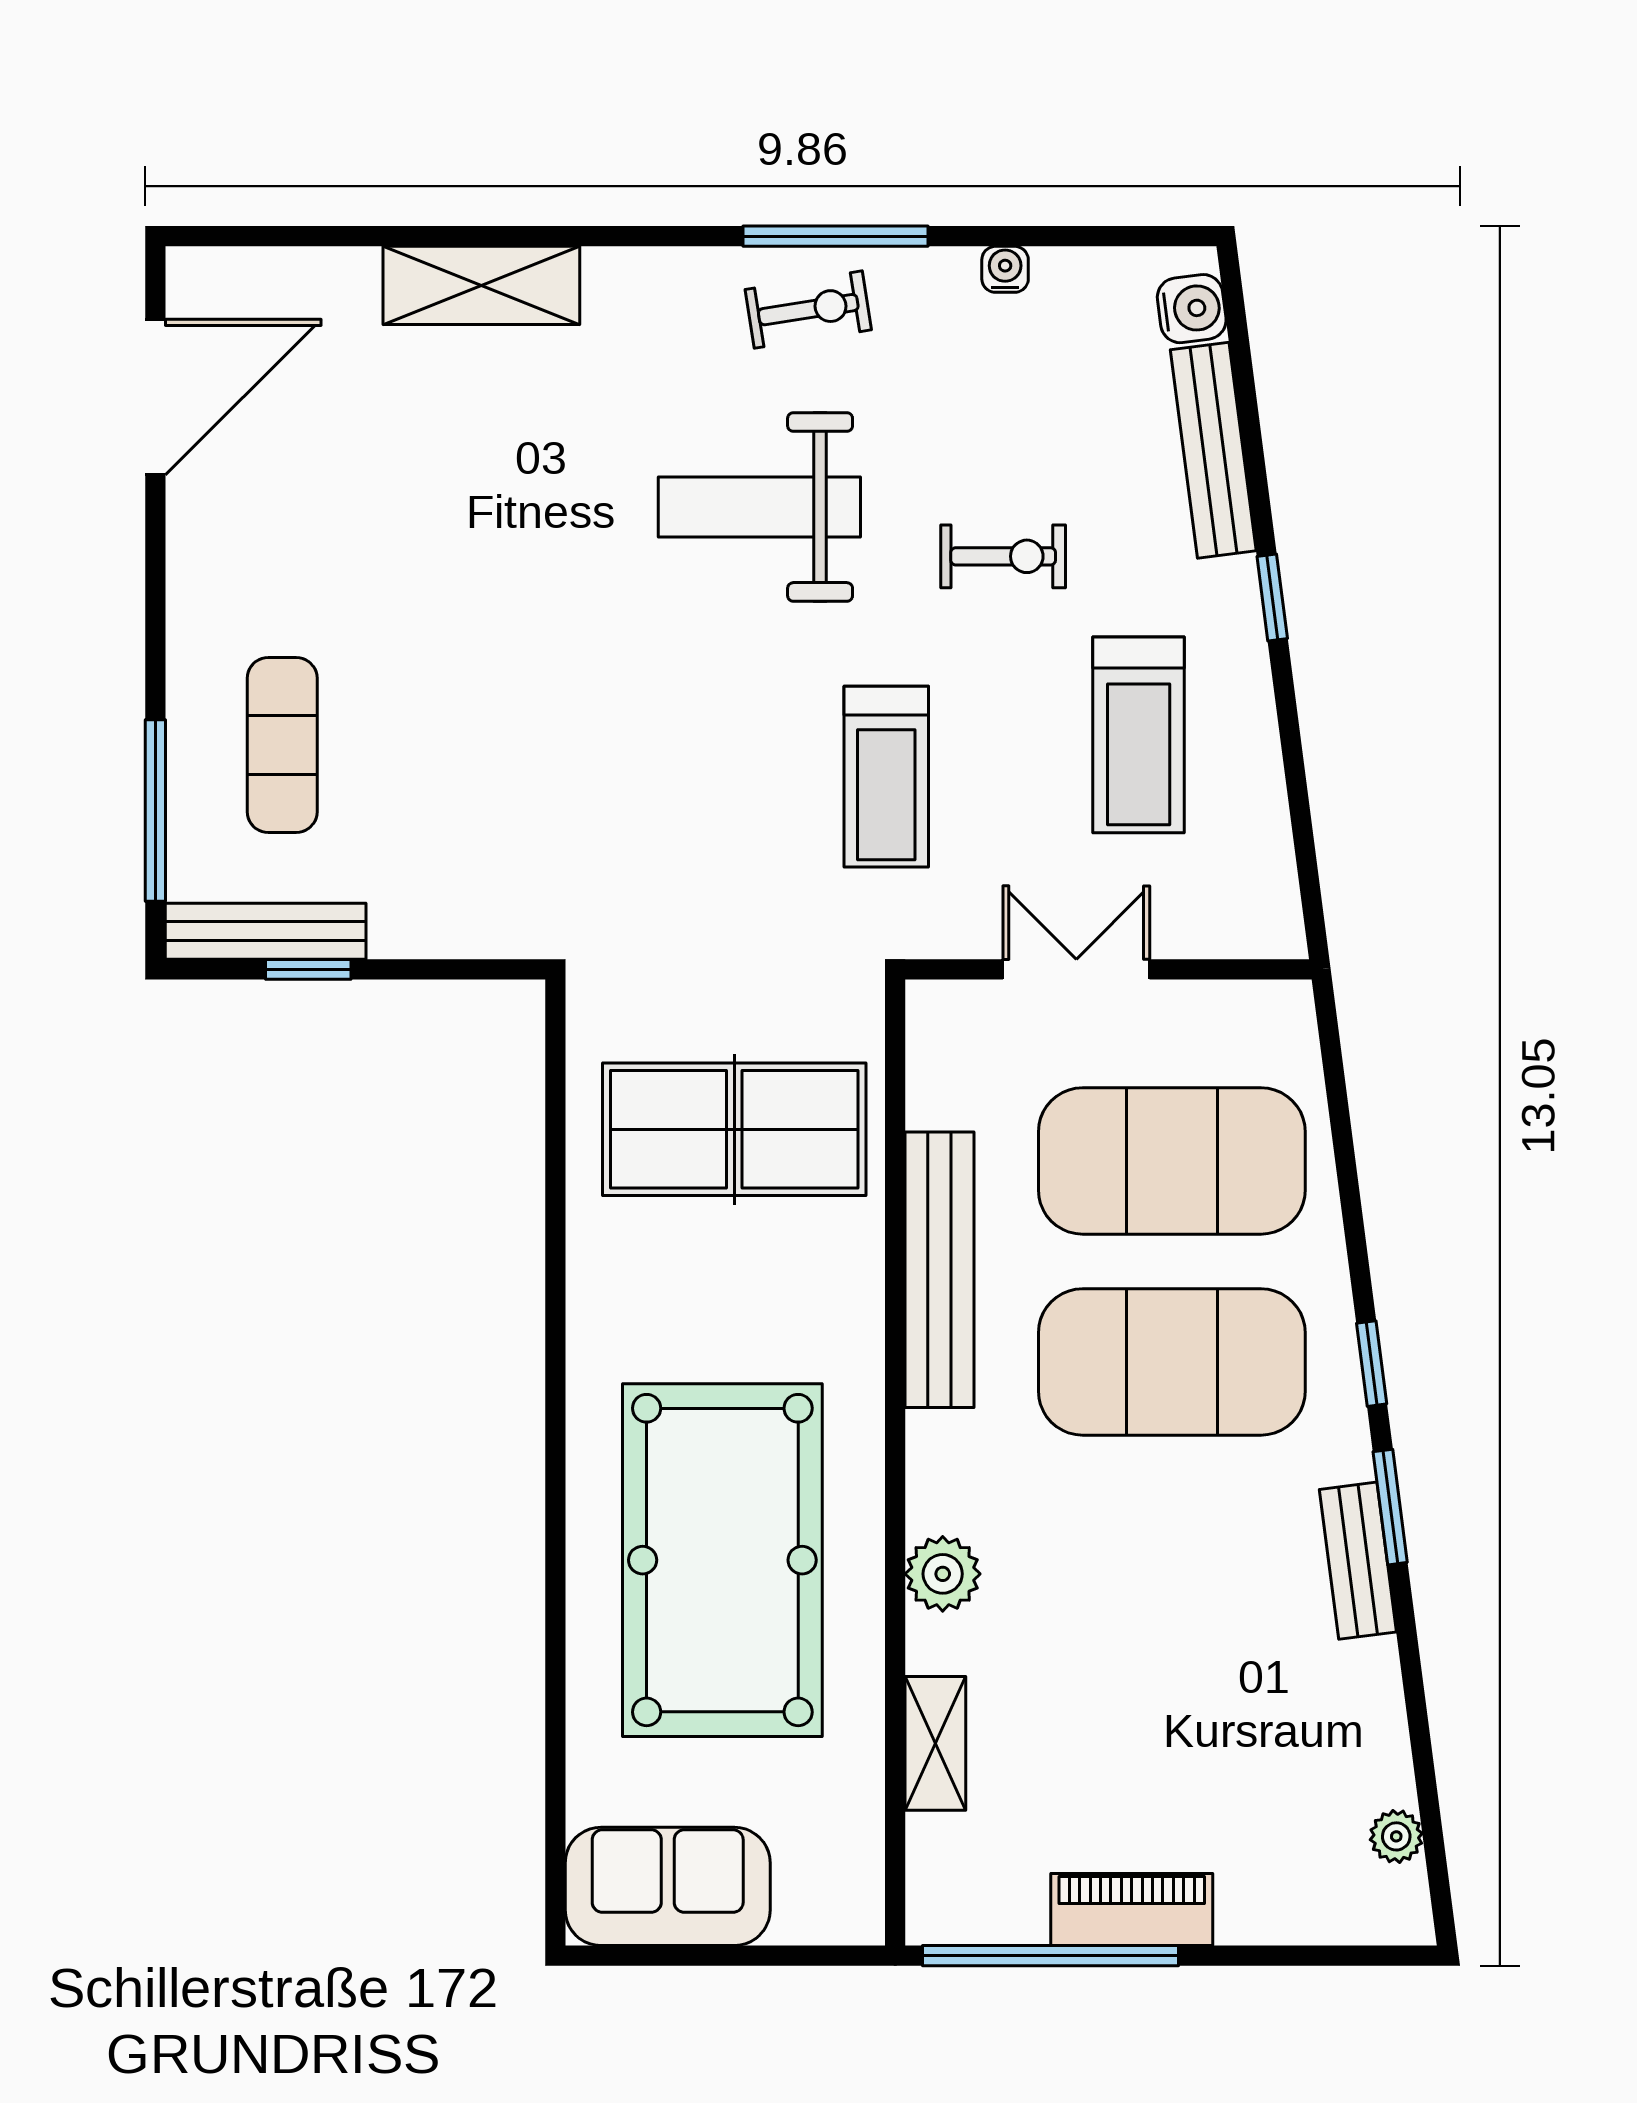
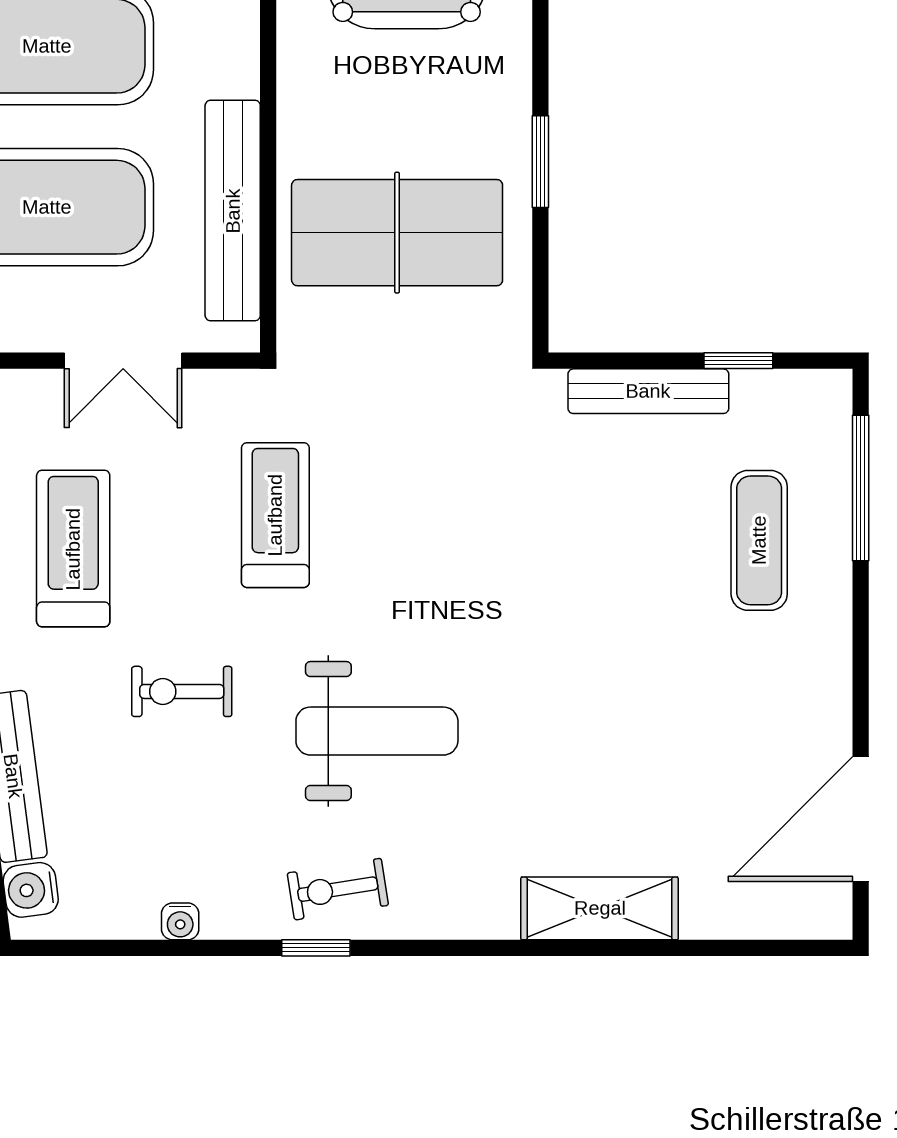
window: (836, 236) -> (316, 948), width x0.46
bench: (266, 931) -> (648, 391), moved
window: (555, 1218) -> (540, 162), added
bench: (940, 1270) -> (233, 211), moved

